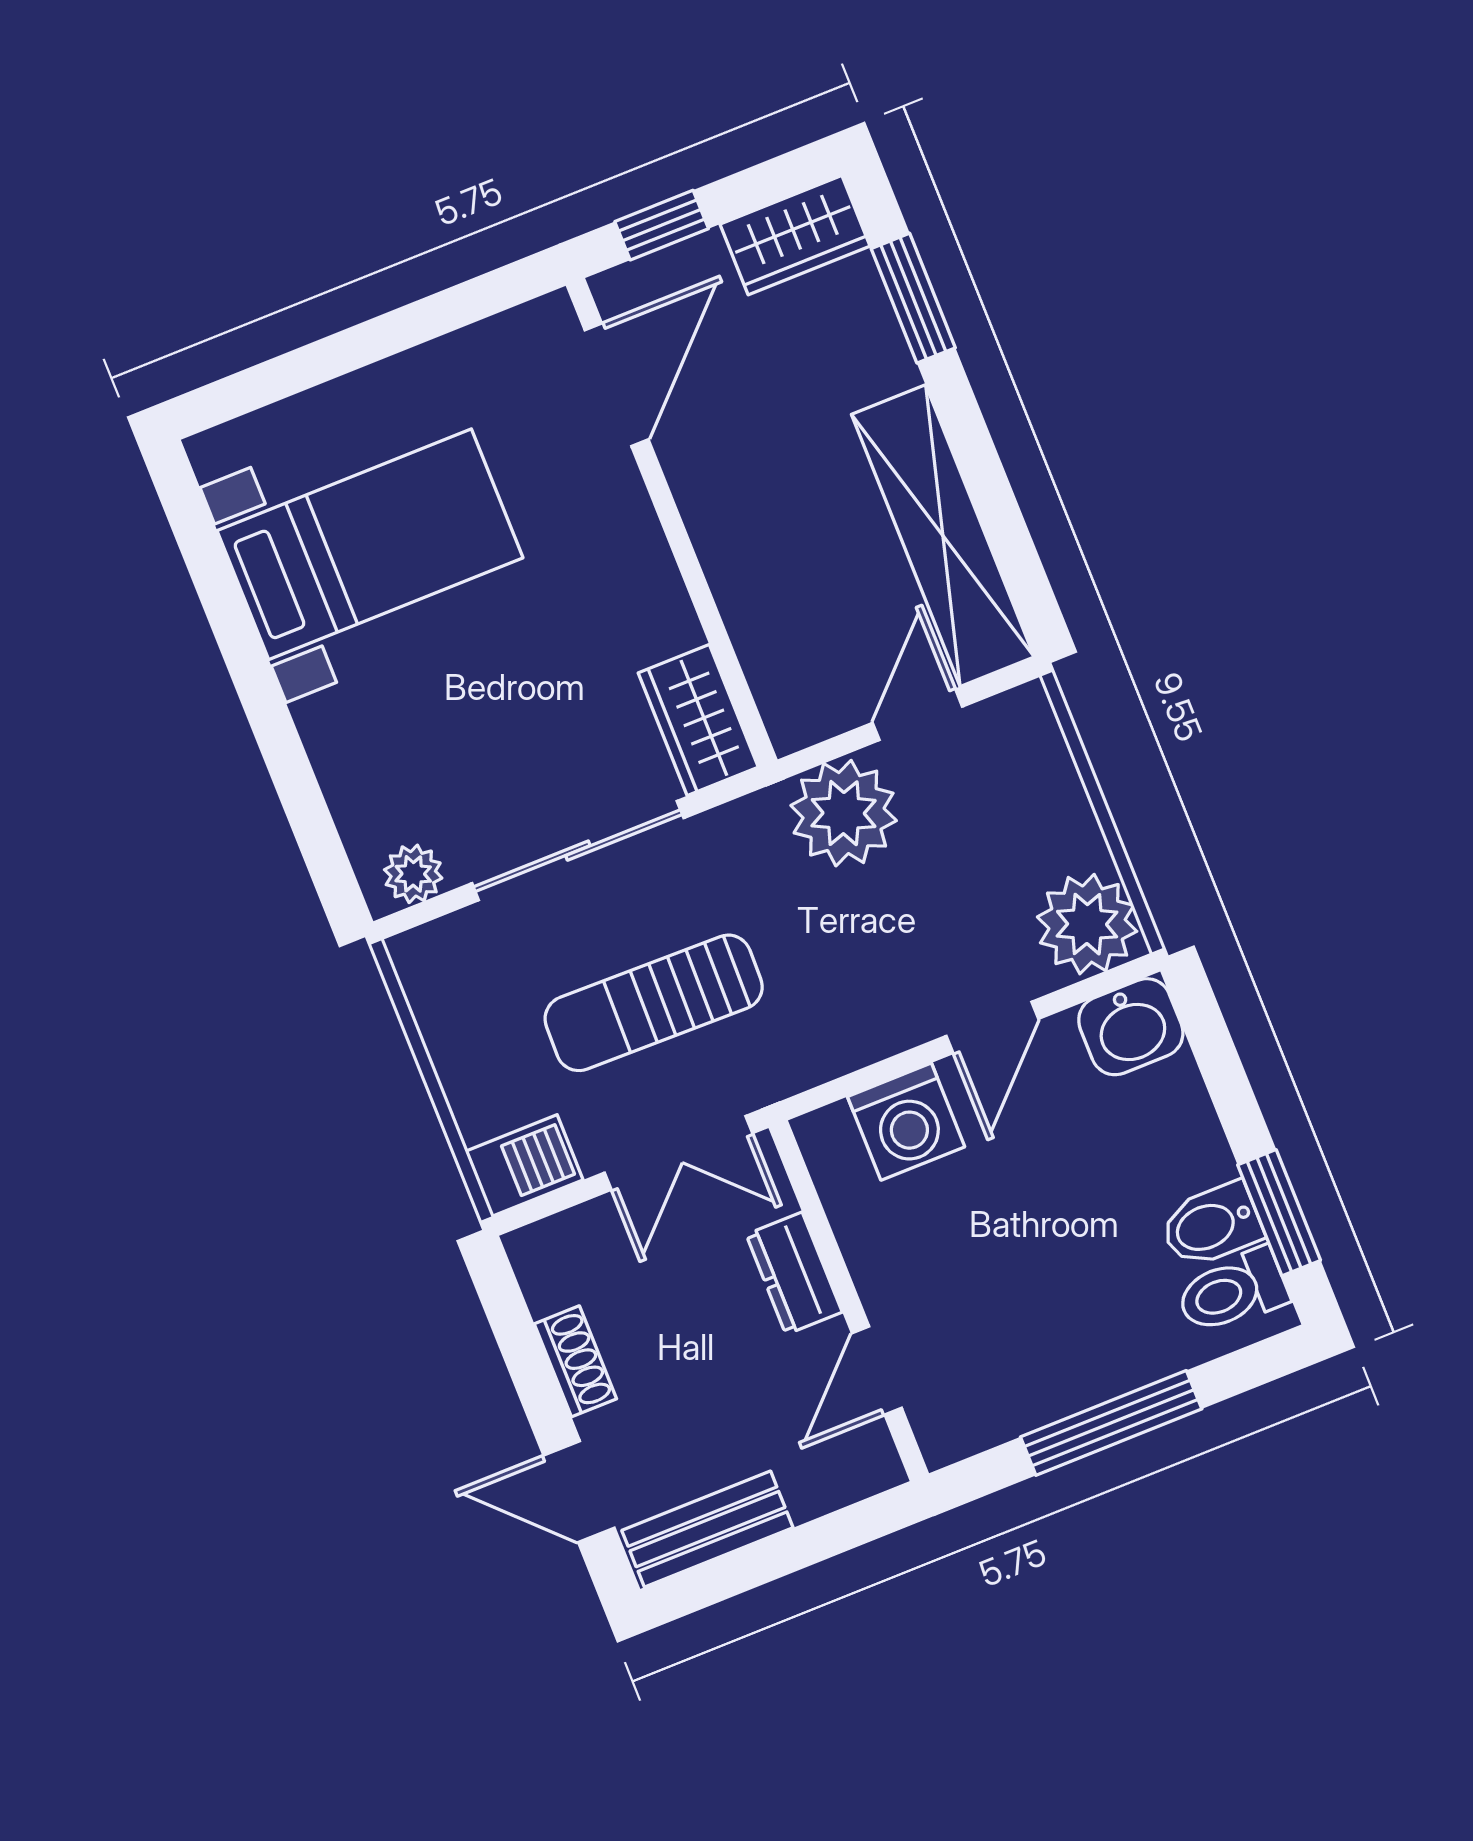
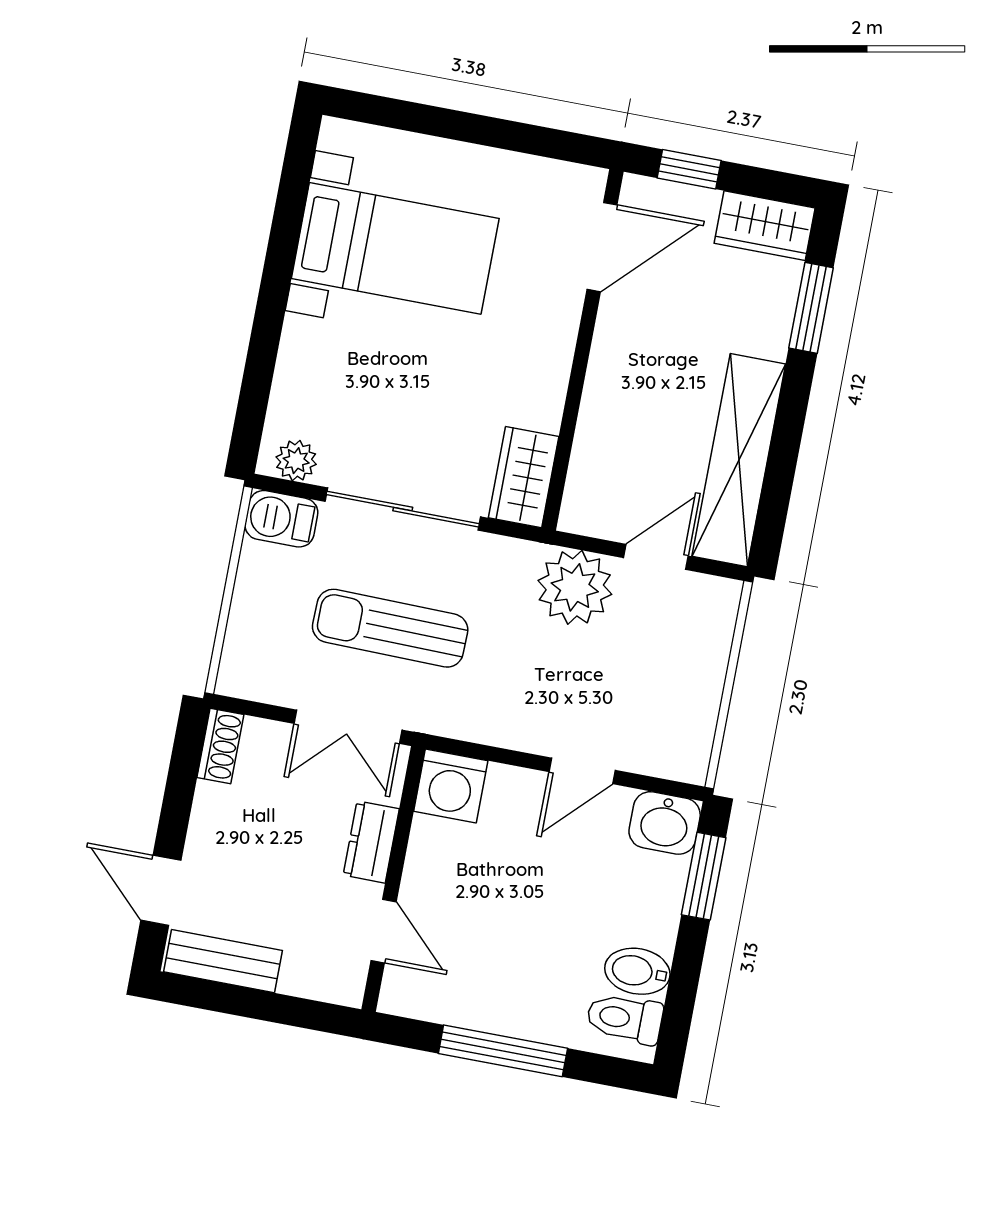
plant: (1087, 924) -> (677, 745), removed
washing machine: (906, 1122) -> (451, 786), moved
barbecue: (524, 1166) -> (281, 519), moved, turned 180
window: (1279, 1213) -> (704, 876), moved
shoe rack: (575, 1361) -> (220, 746), moved
door: (877, 1371) -> (384, 931), swing flipped

